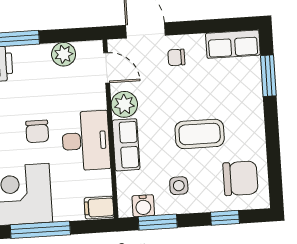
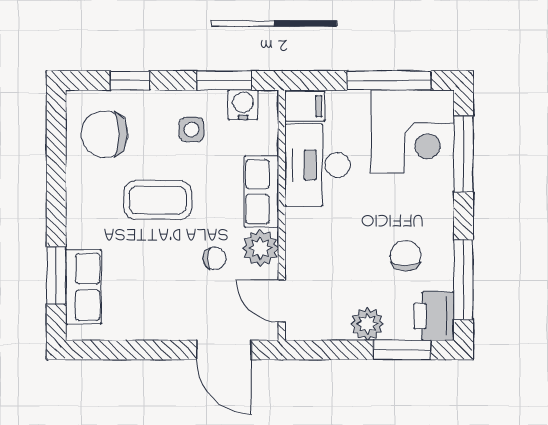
row of seats: (233, 44) -> (83, 287), moved, turned 90
plant: (64, 54) -> (367, 324), moved
chair: (176, 57) -> (215, 258), moved
chair: (37, 131) -> (406, 256), moved
desk: (86, 141) -> (317, 165), moved

